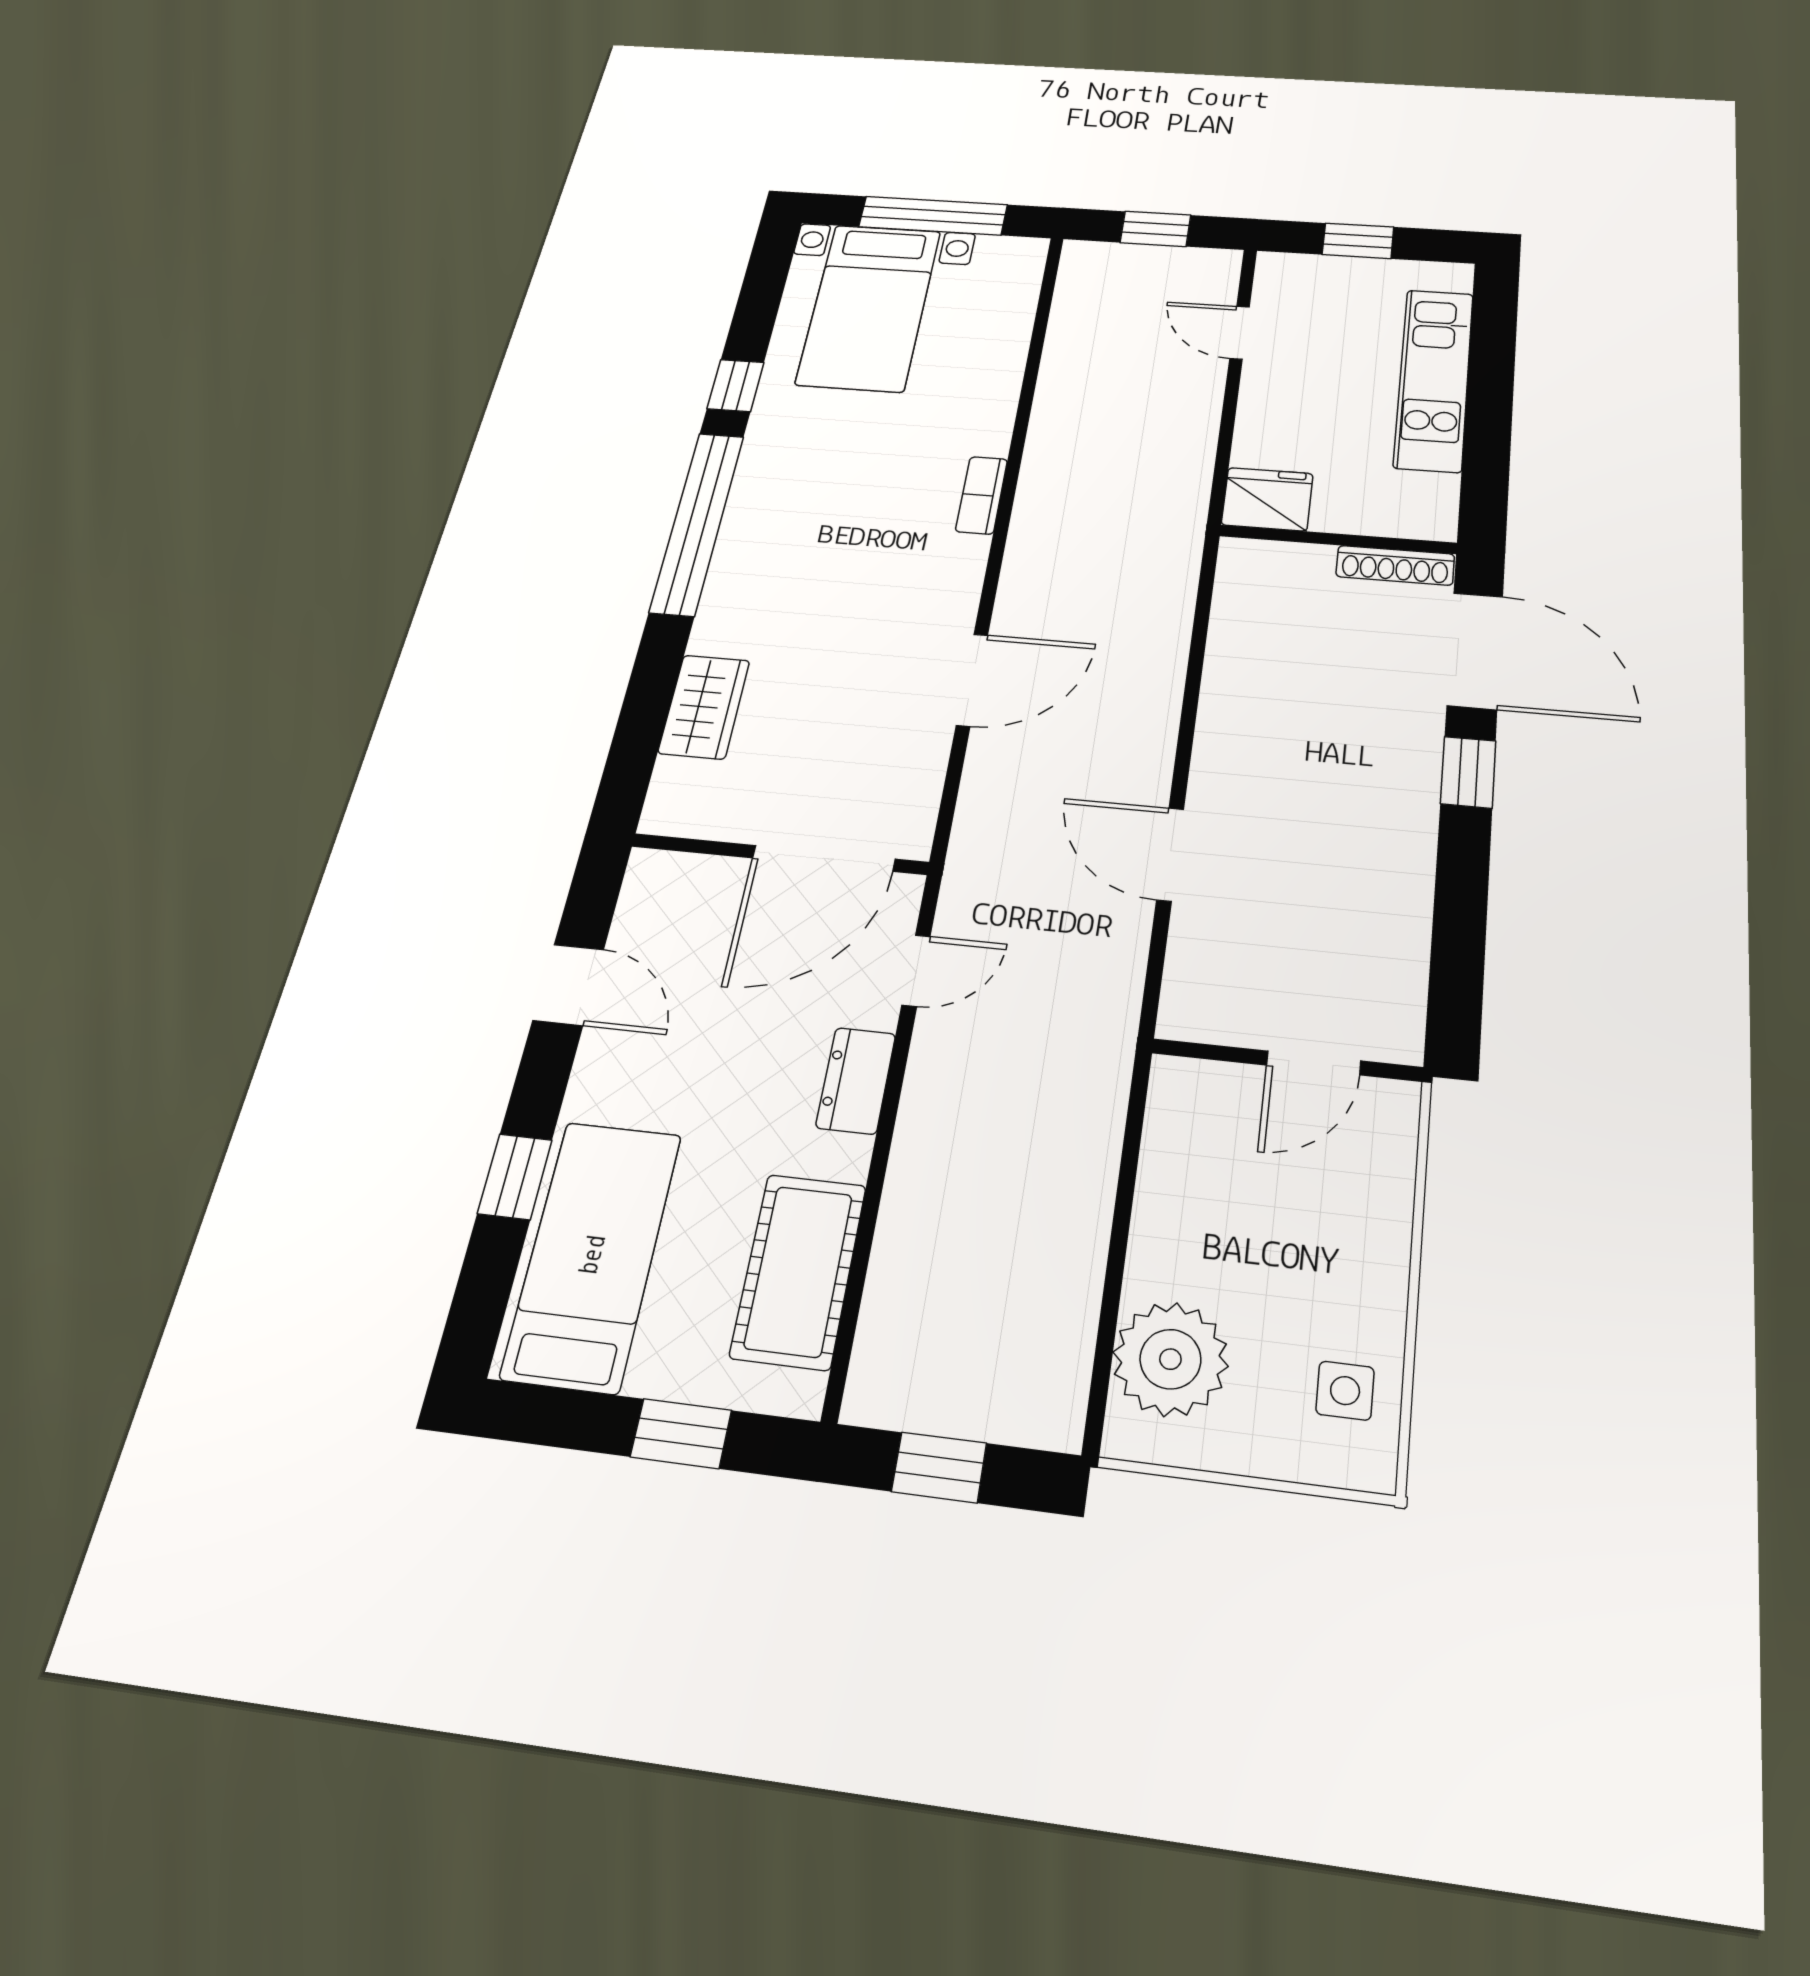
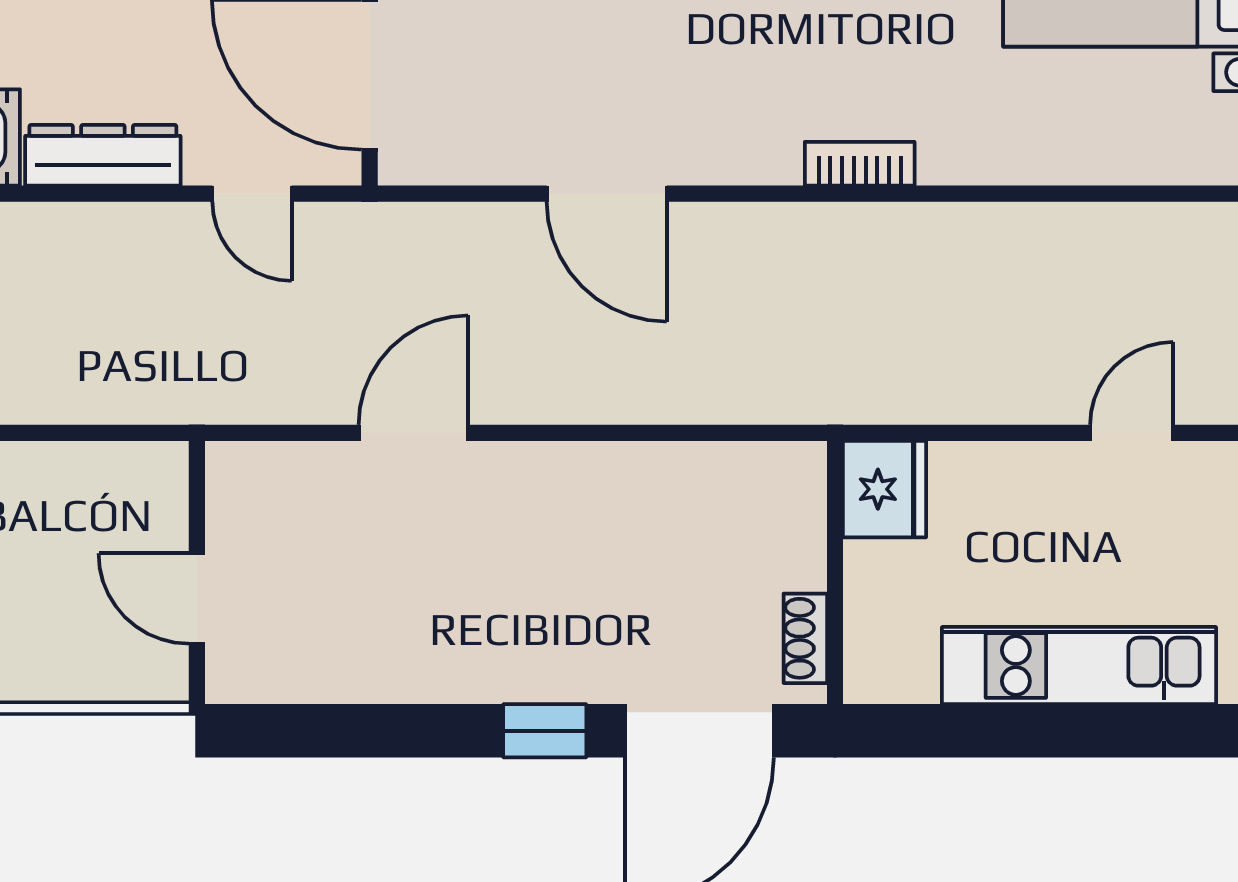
shoe rack: (1395, 565) -> (805, 638), width x0.70
dresser: (856, 1081) -> (103, 155), width x1.44

